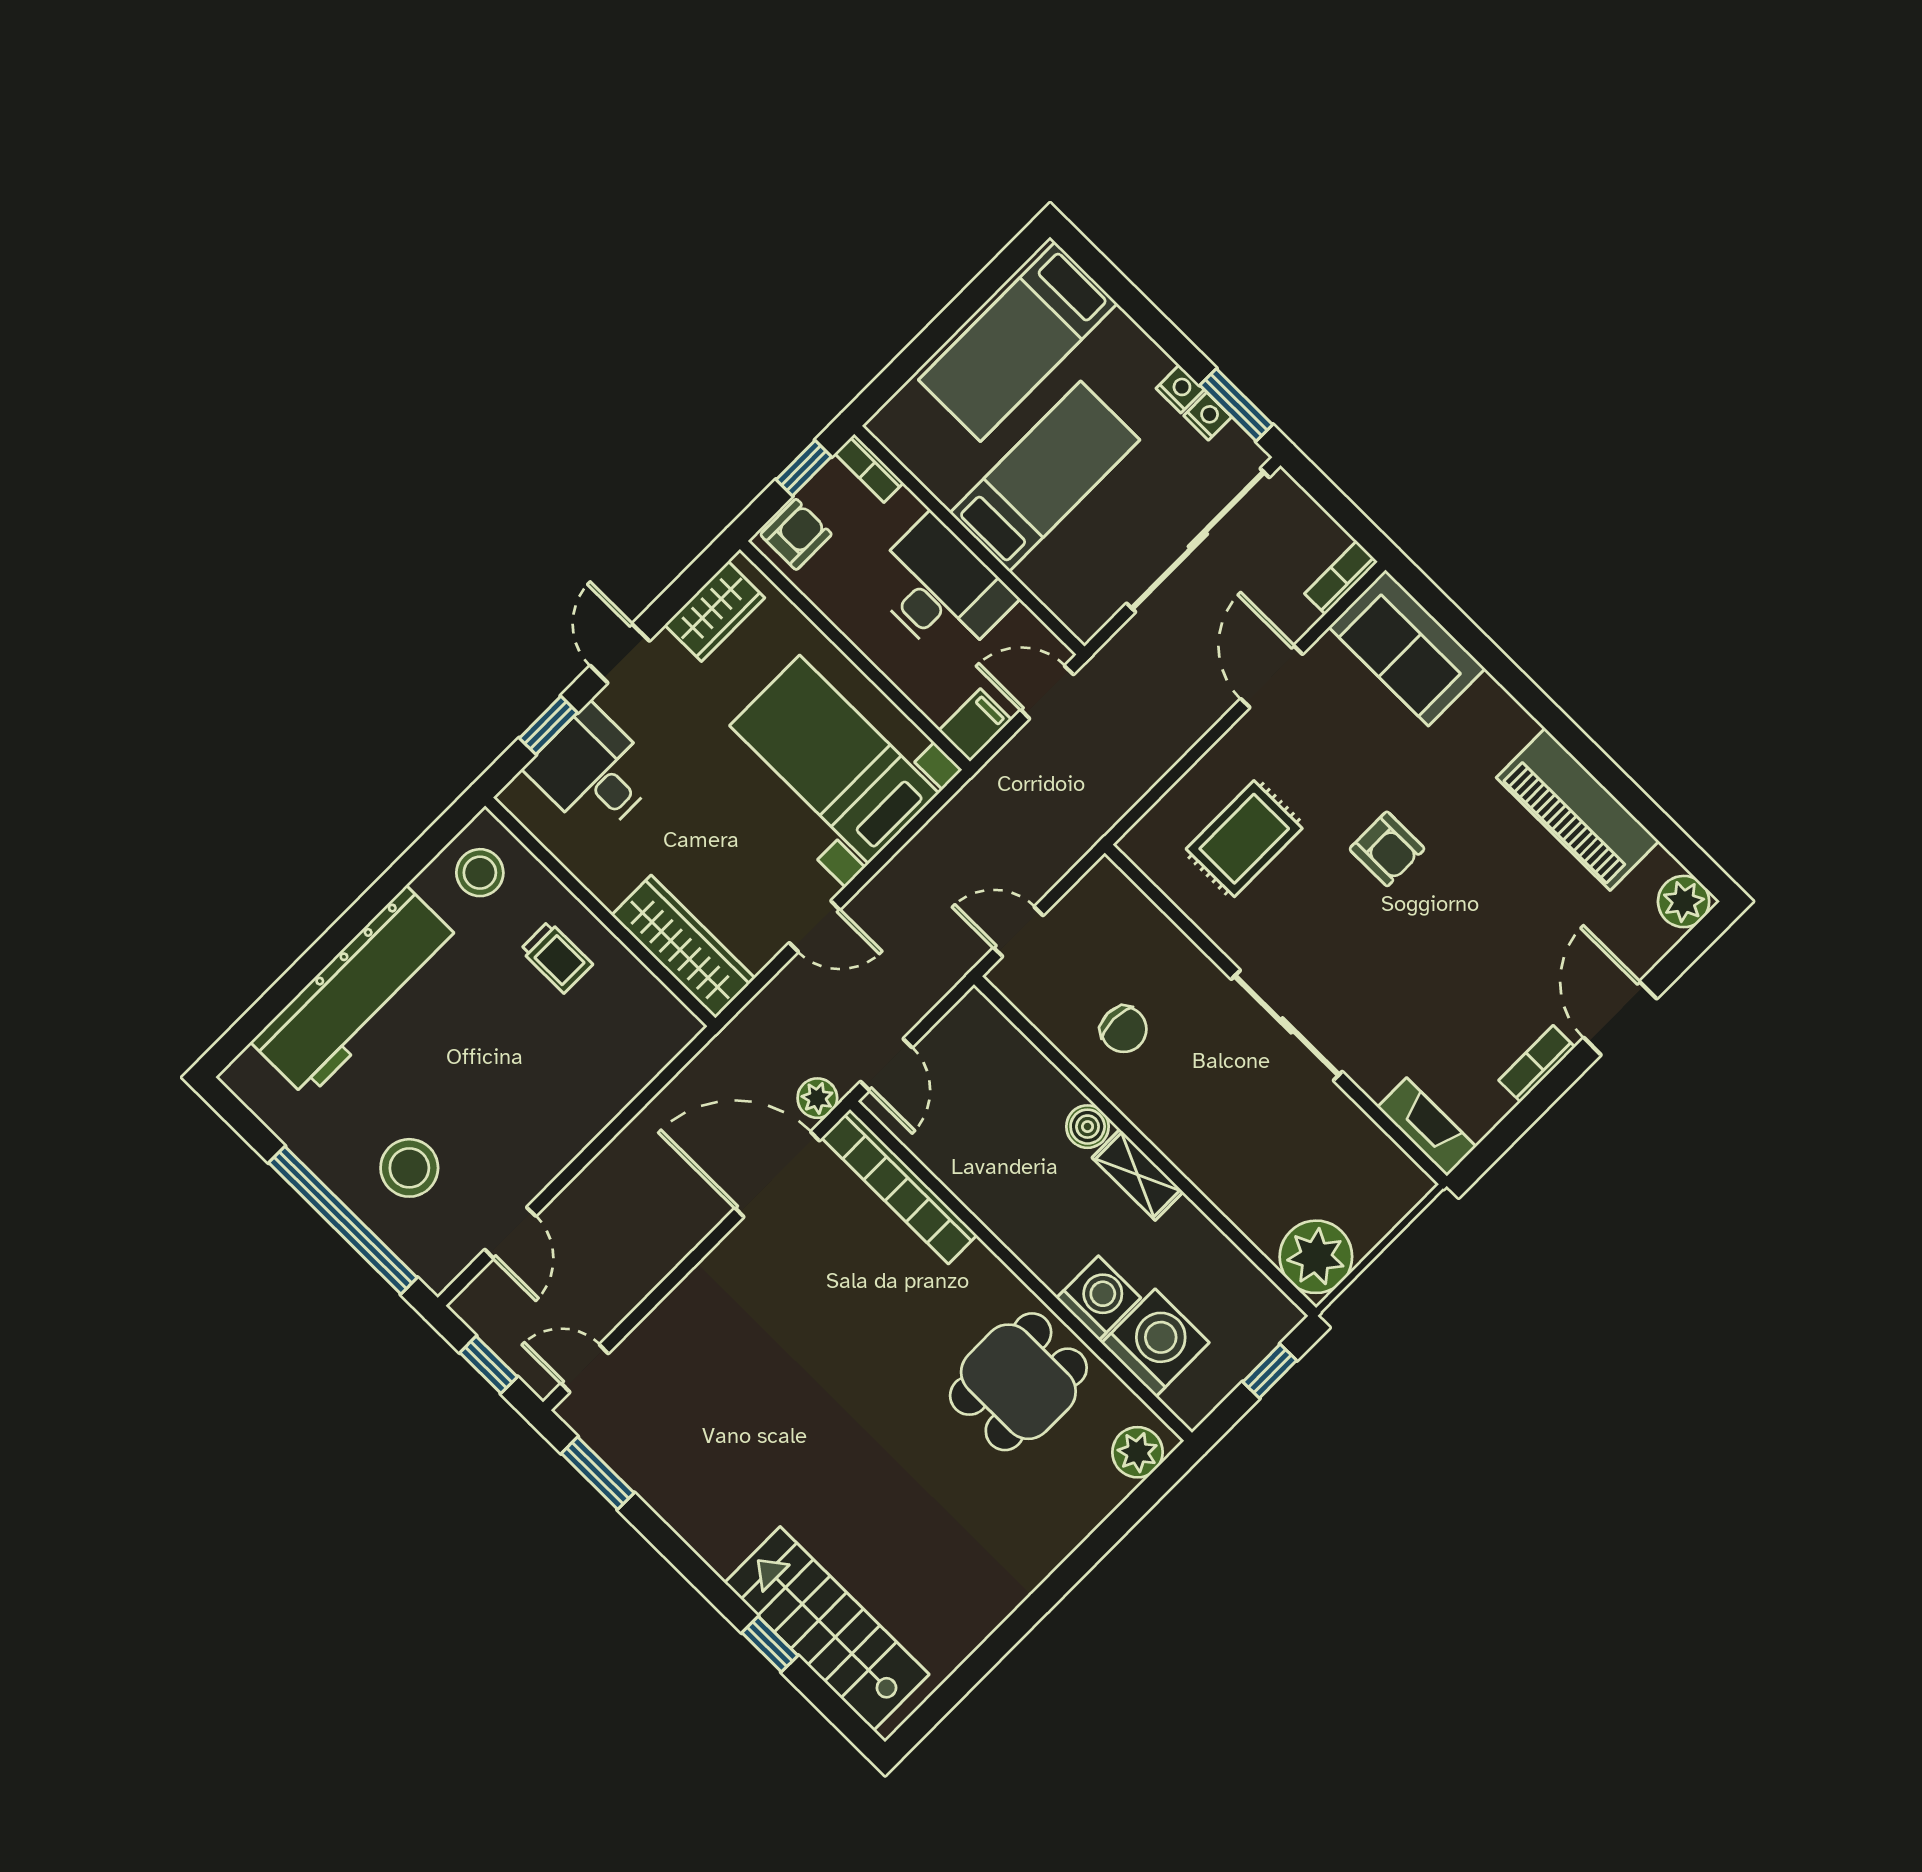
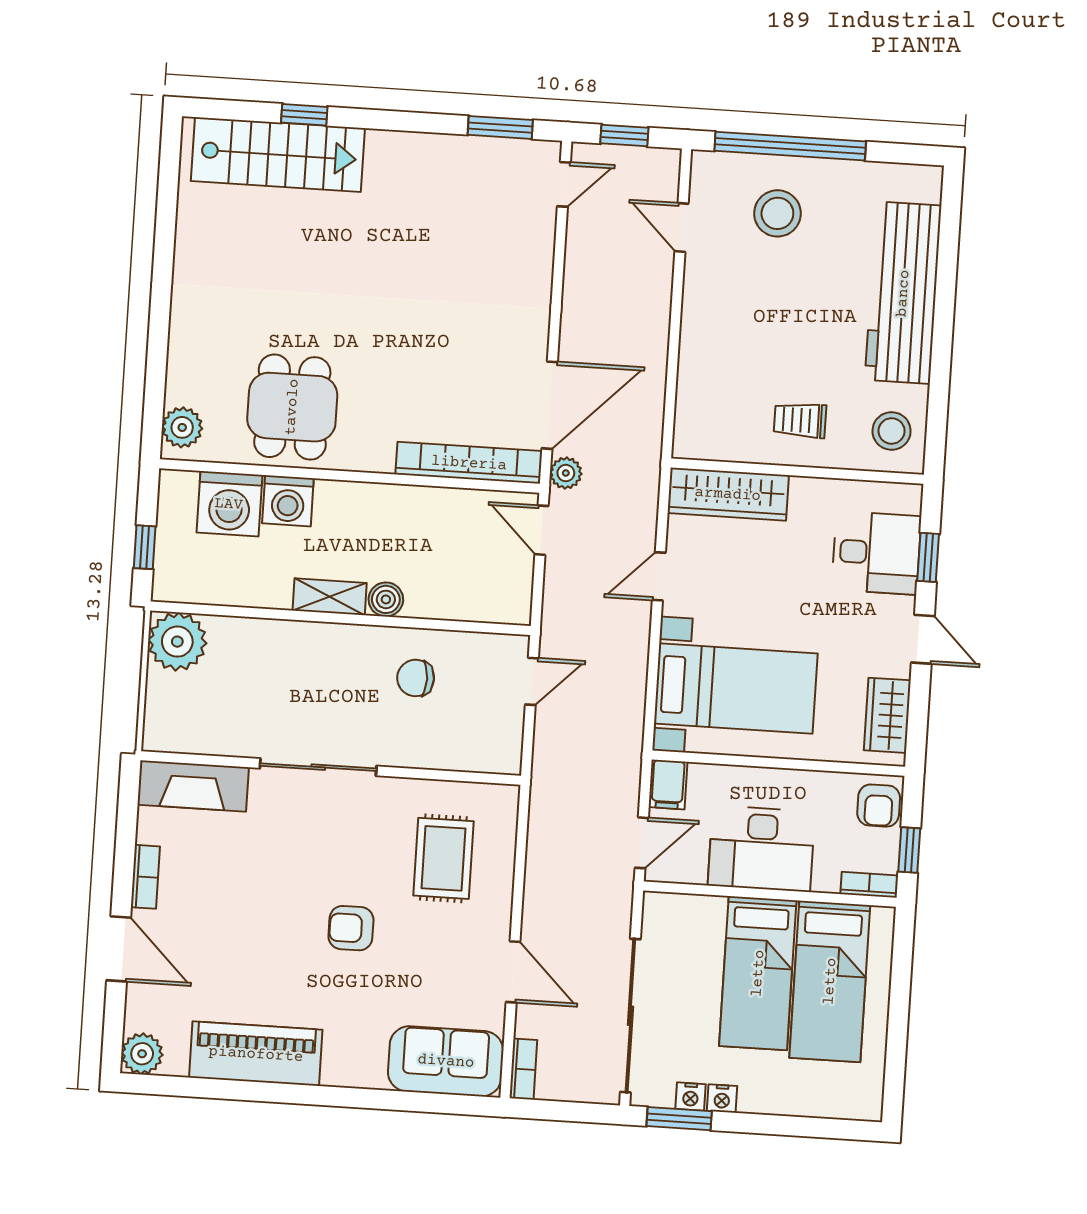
bed: (1018, 342) -> (830, 981), moved, turned 180
fireplace: (1427, 1127) -> (193, 786), width x1.37, depth x1.32

